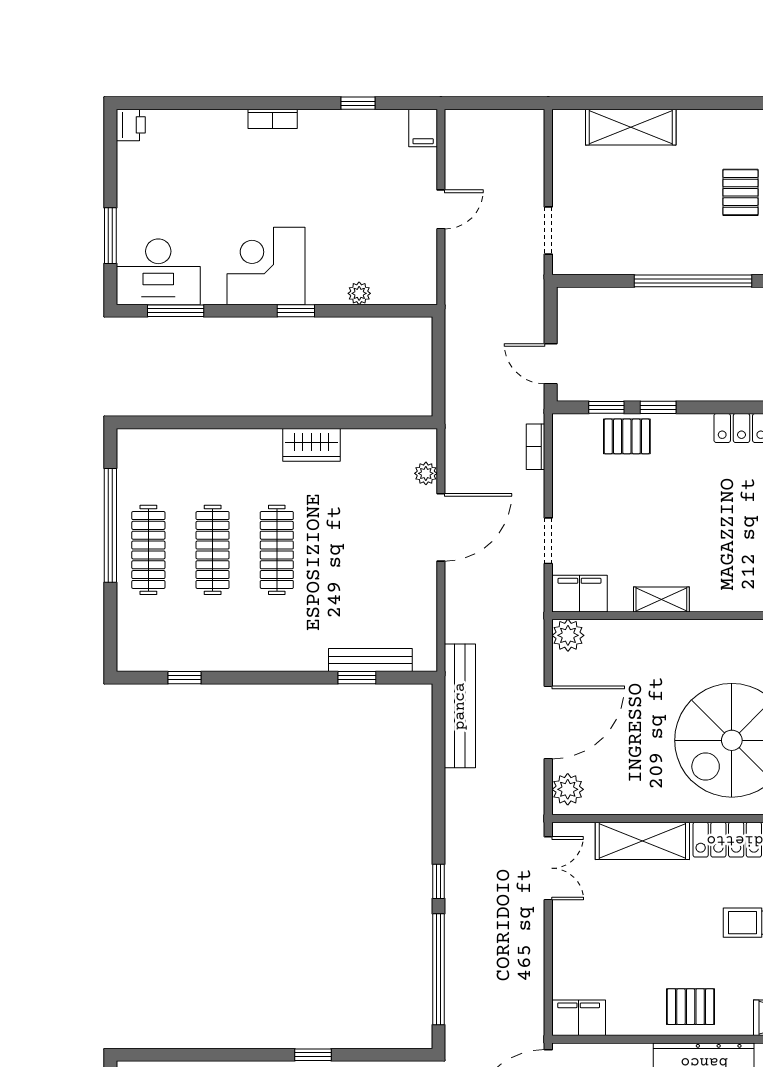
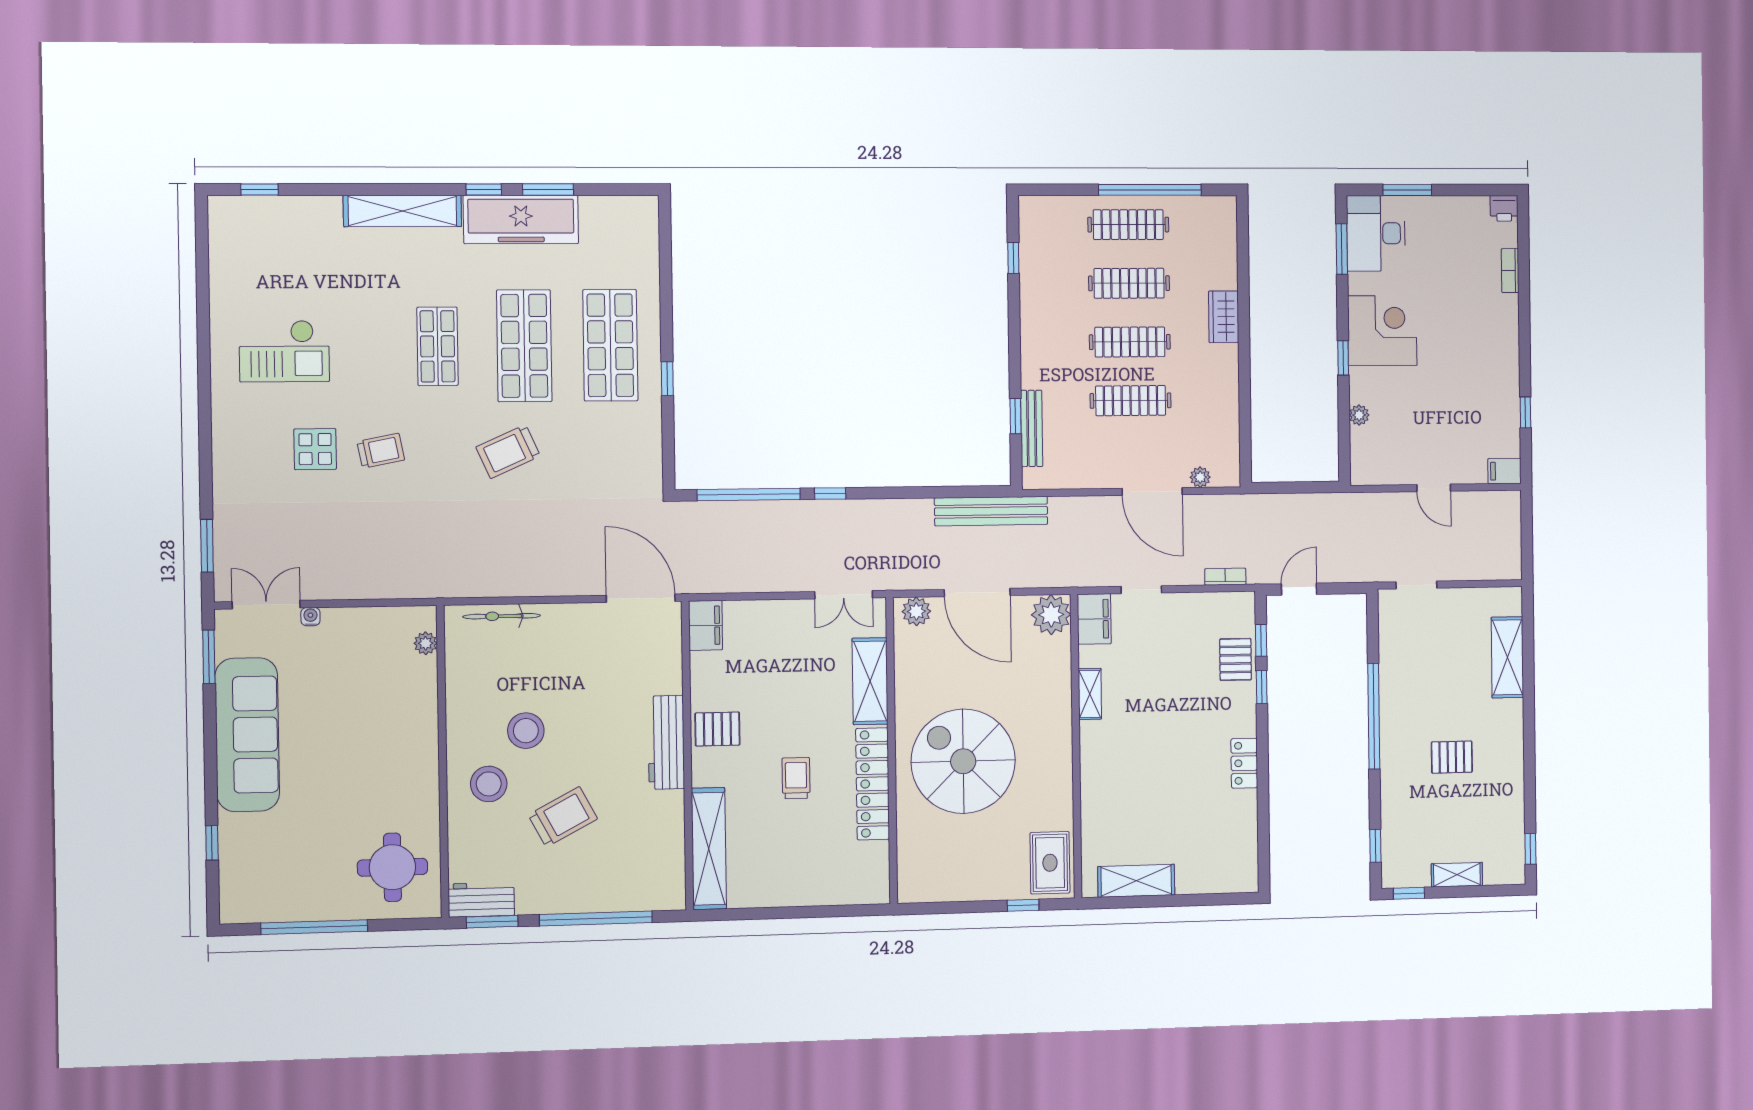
bookcase: (273, 119) -> (1510, 271), moved
wardrobe: (312, 445) -> (1224, 317), moved
clothes rail: (341, 550) -> (1131, 401), added
plant: (568, 635) -> (1051, 615), width x1.36, depth x1.36
pallet: (691, 1007) -> (717, 729), turned 90

